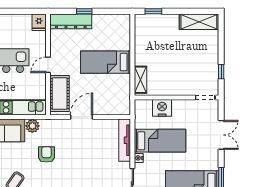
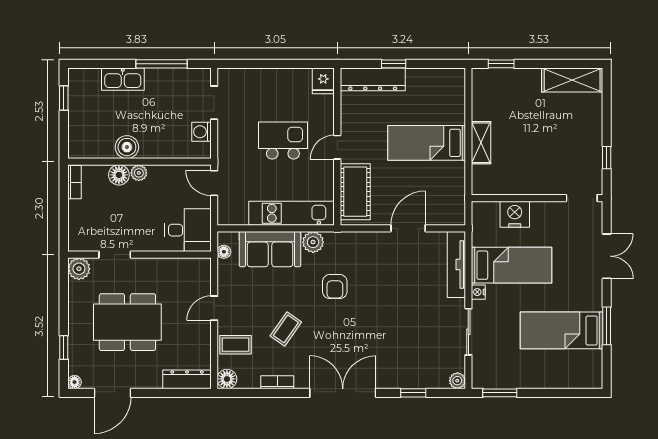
shelving: (140, 80) -> (481, 143), moved
door: (81, 117) -> (408, 228), moved
armchair: (46, 154) -> (335, 287), turned 180

